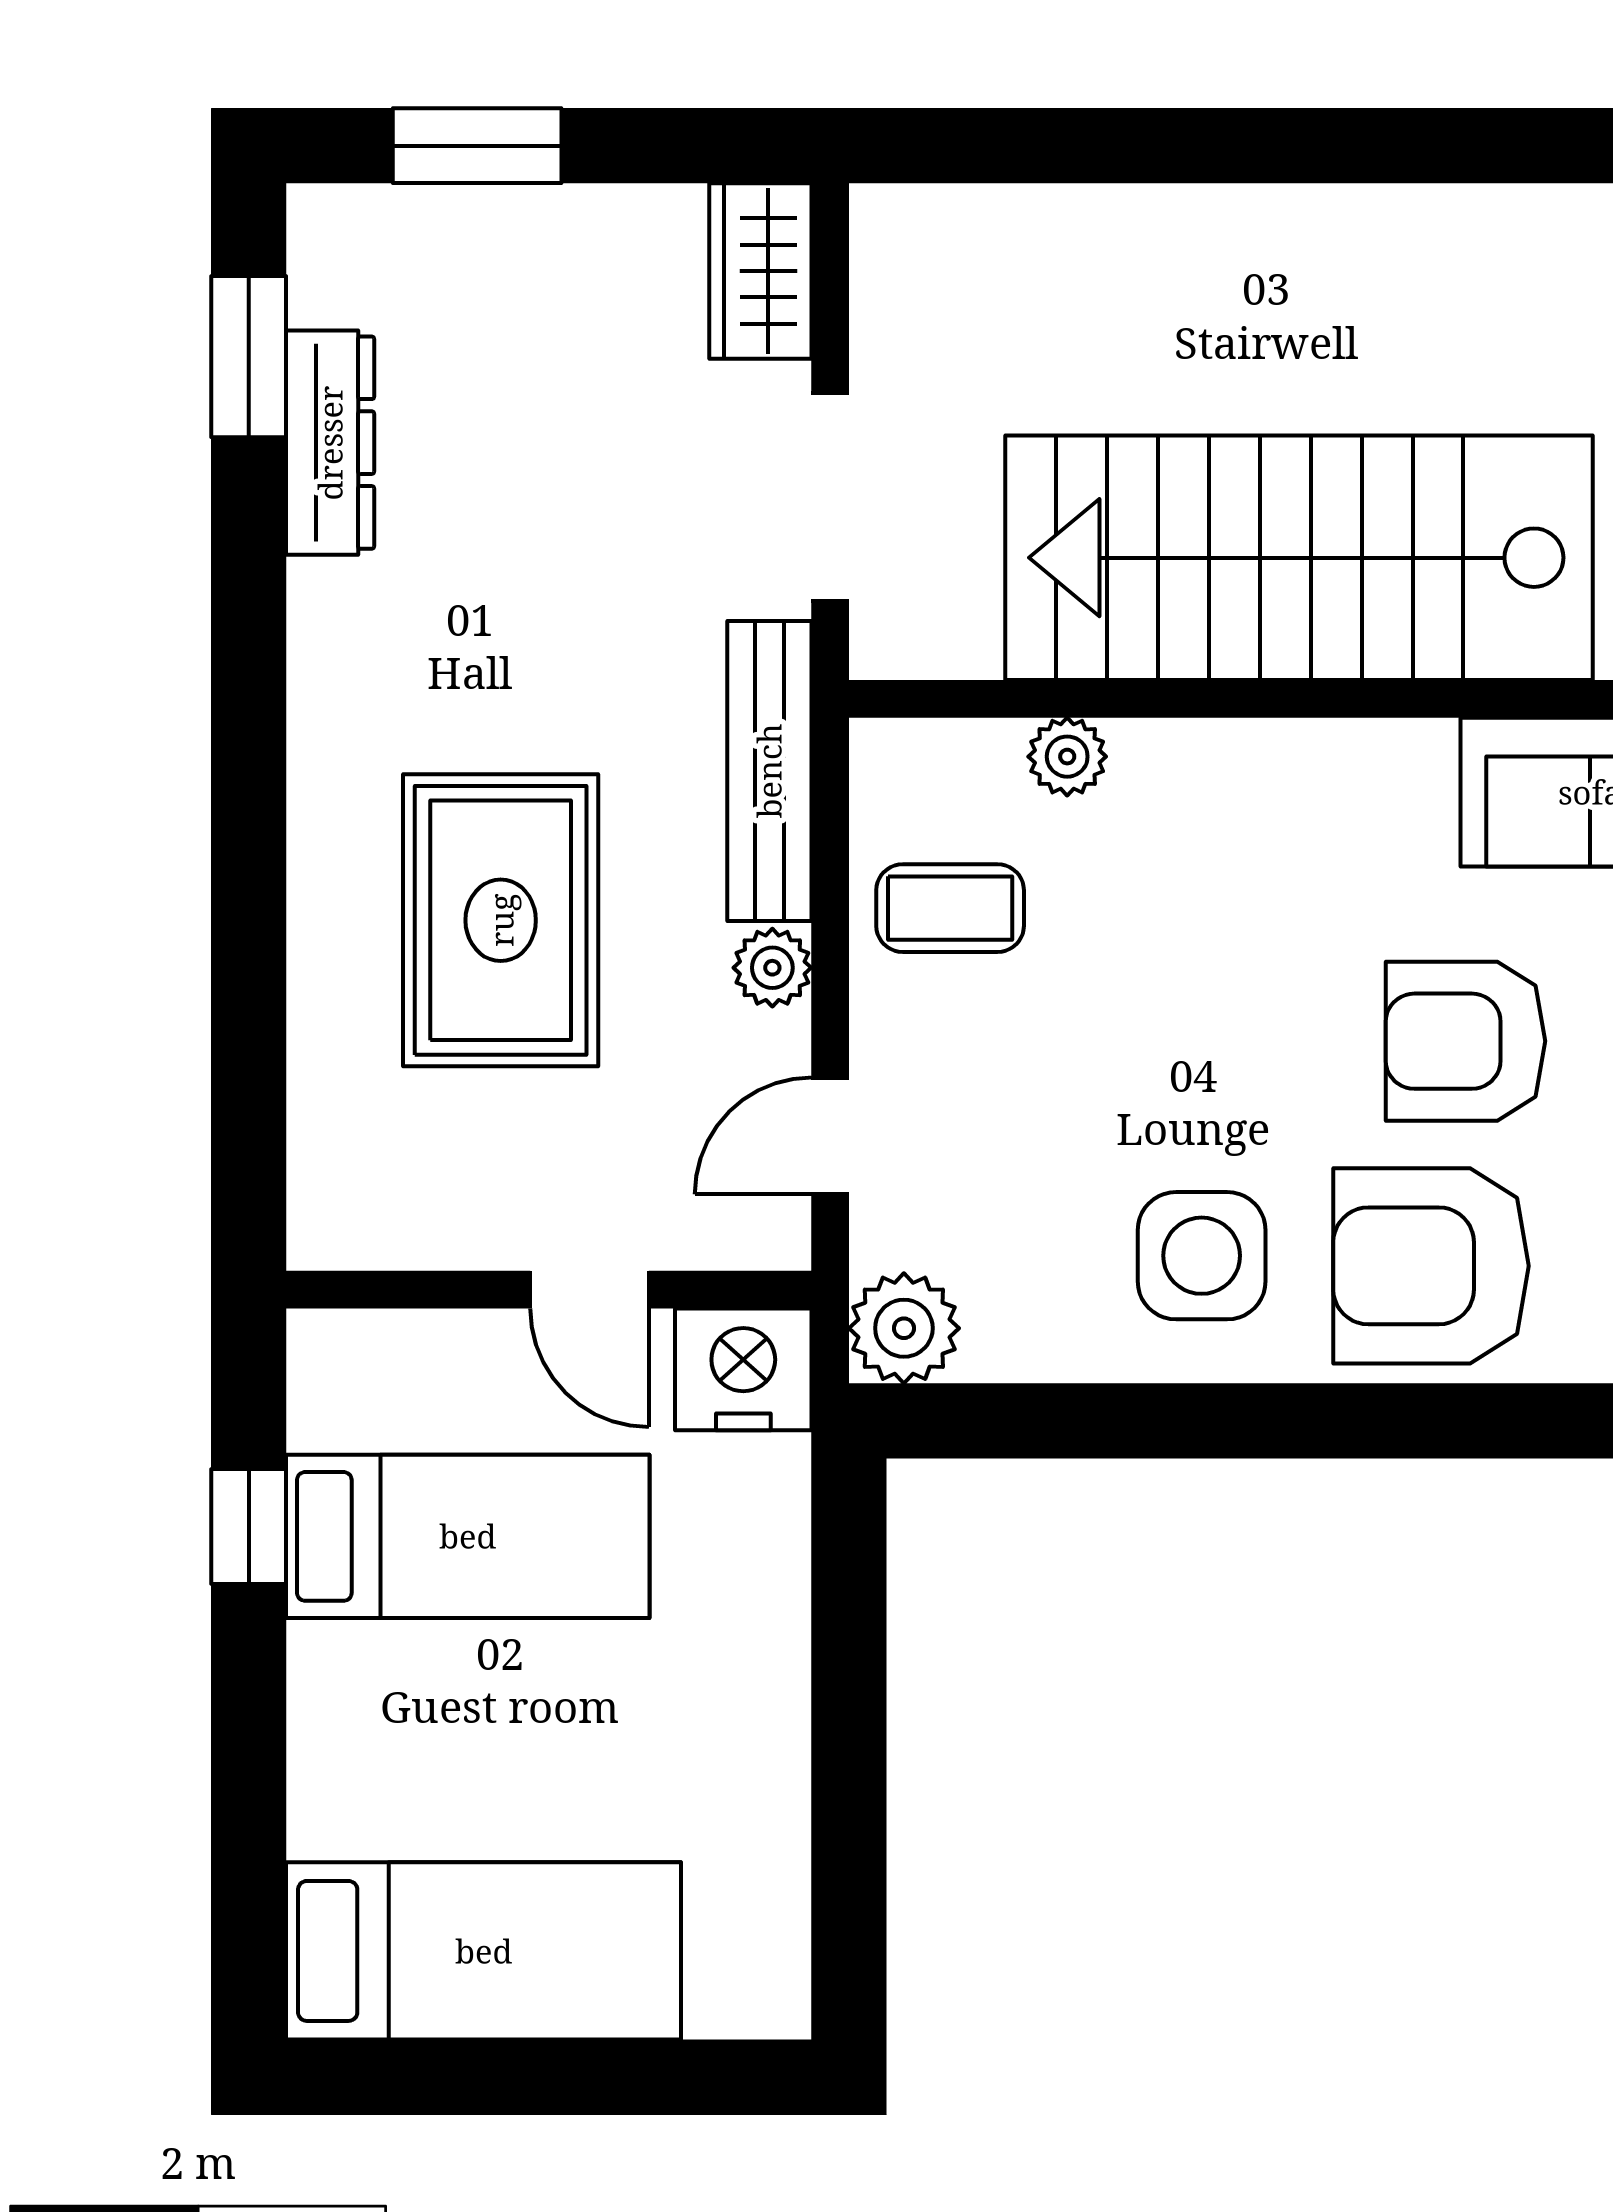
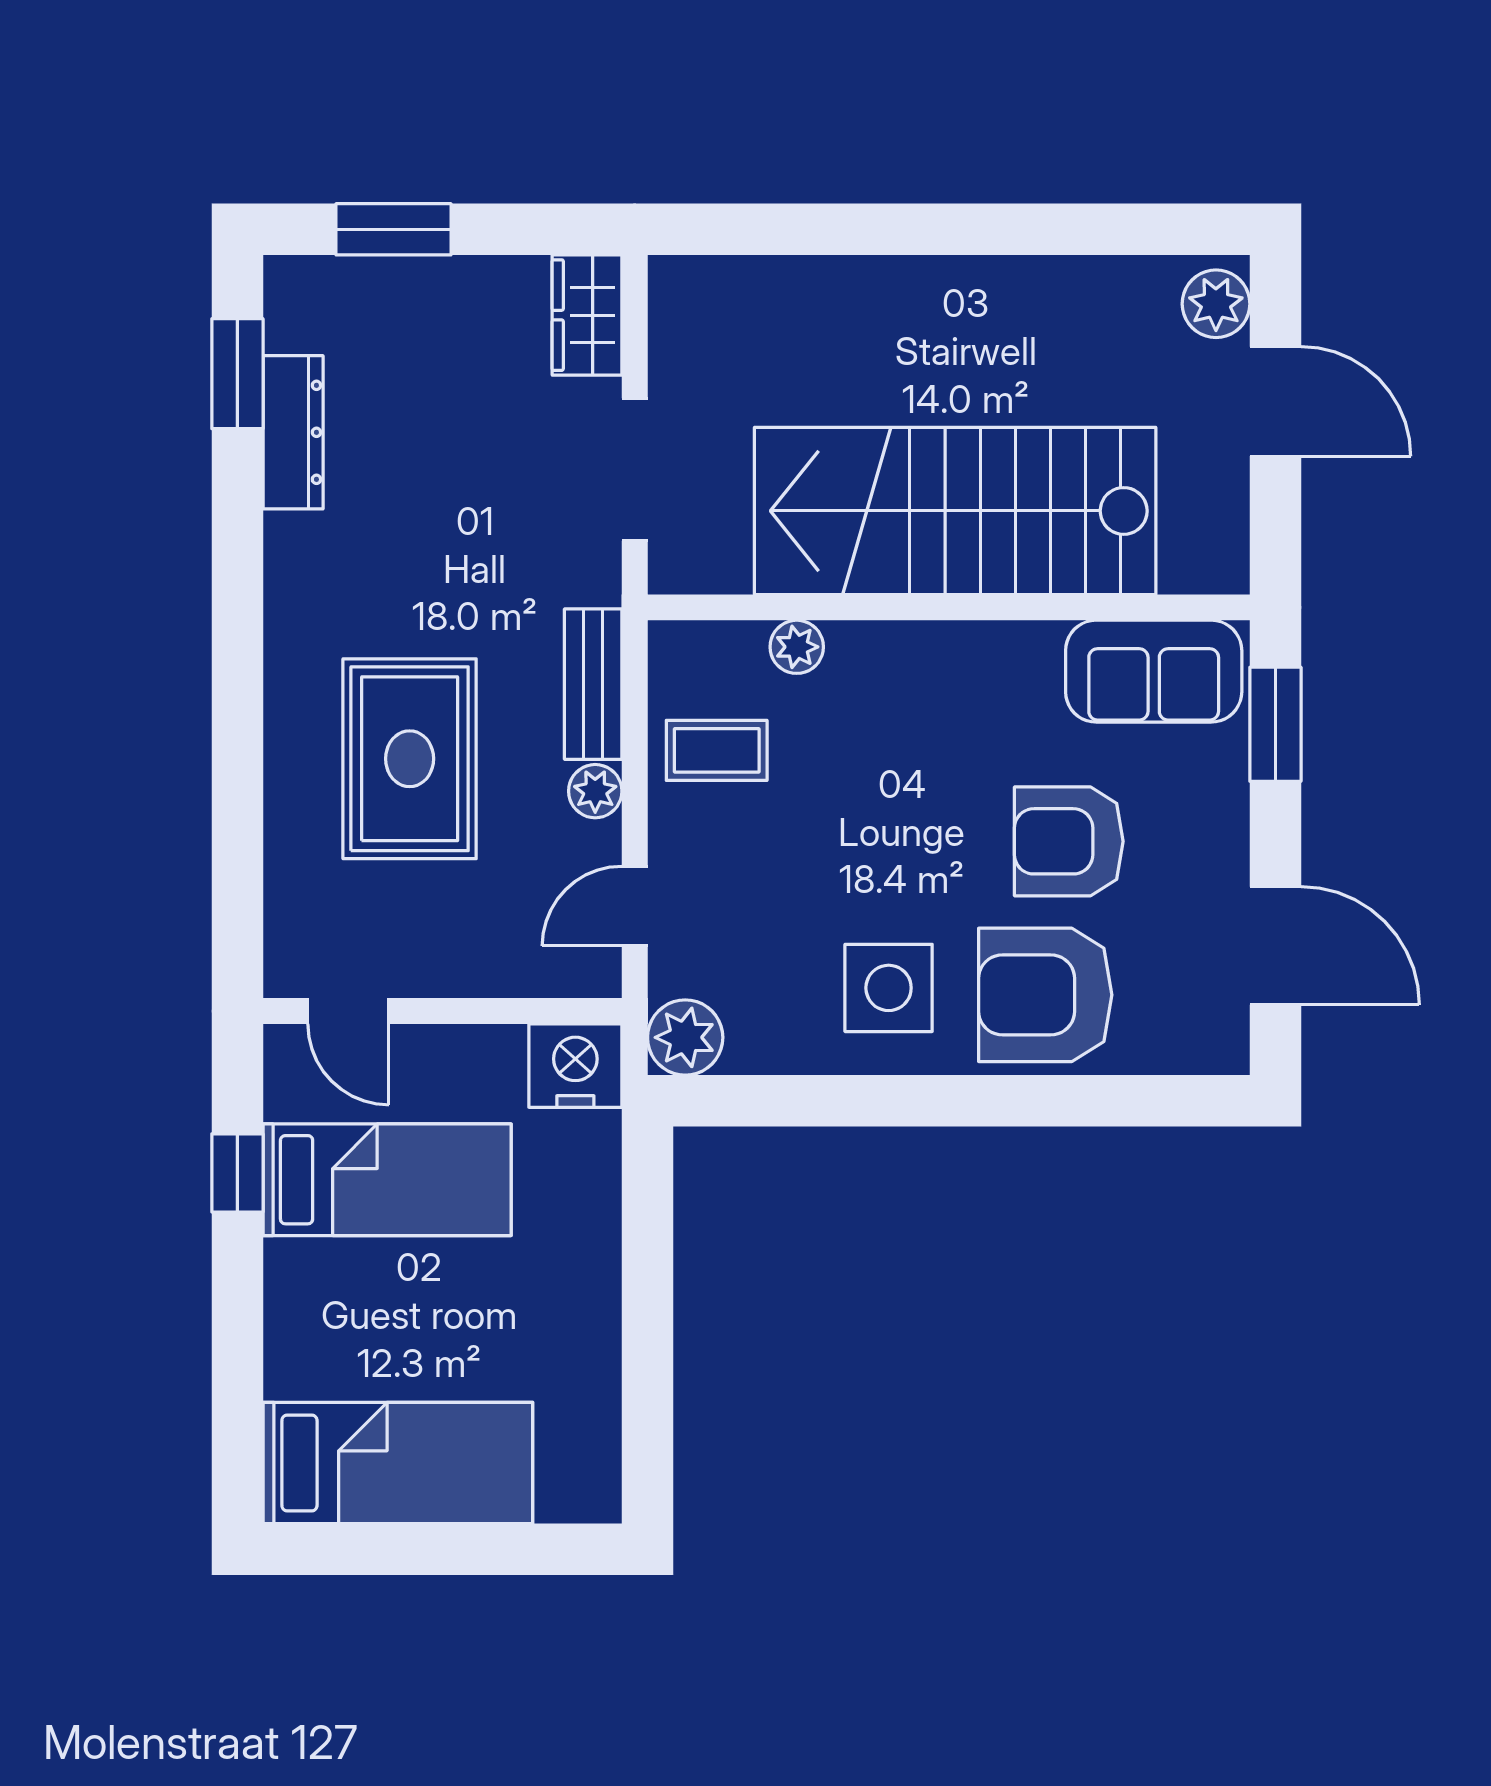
bench: (769, 771) -> (593, 684), width x0.73
door: (589, 1290) -> (348, 1011), moved

